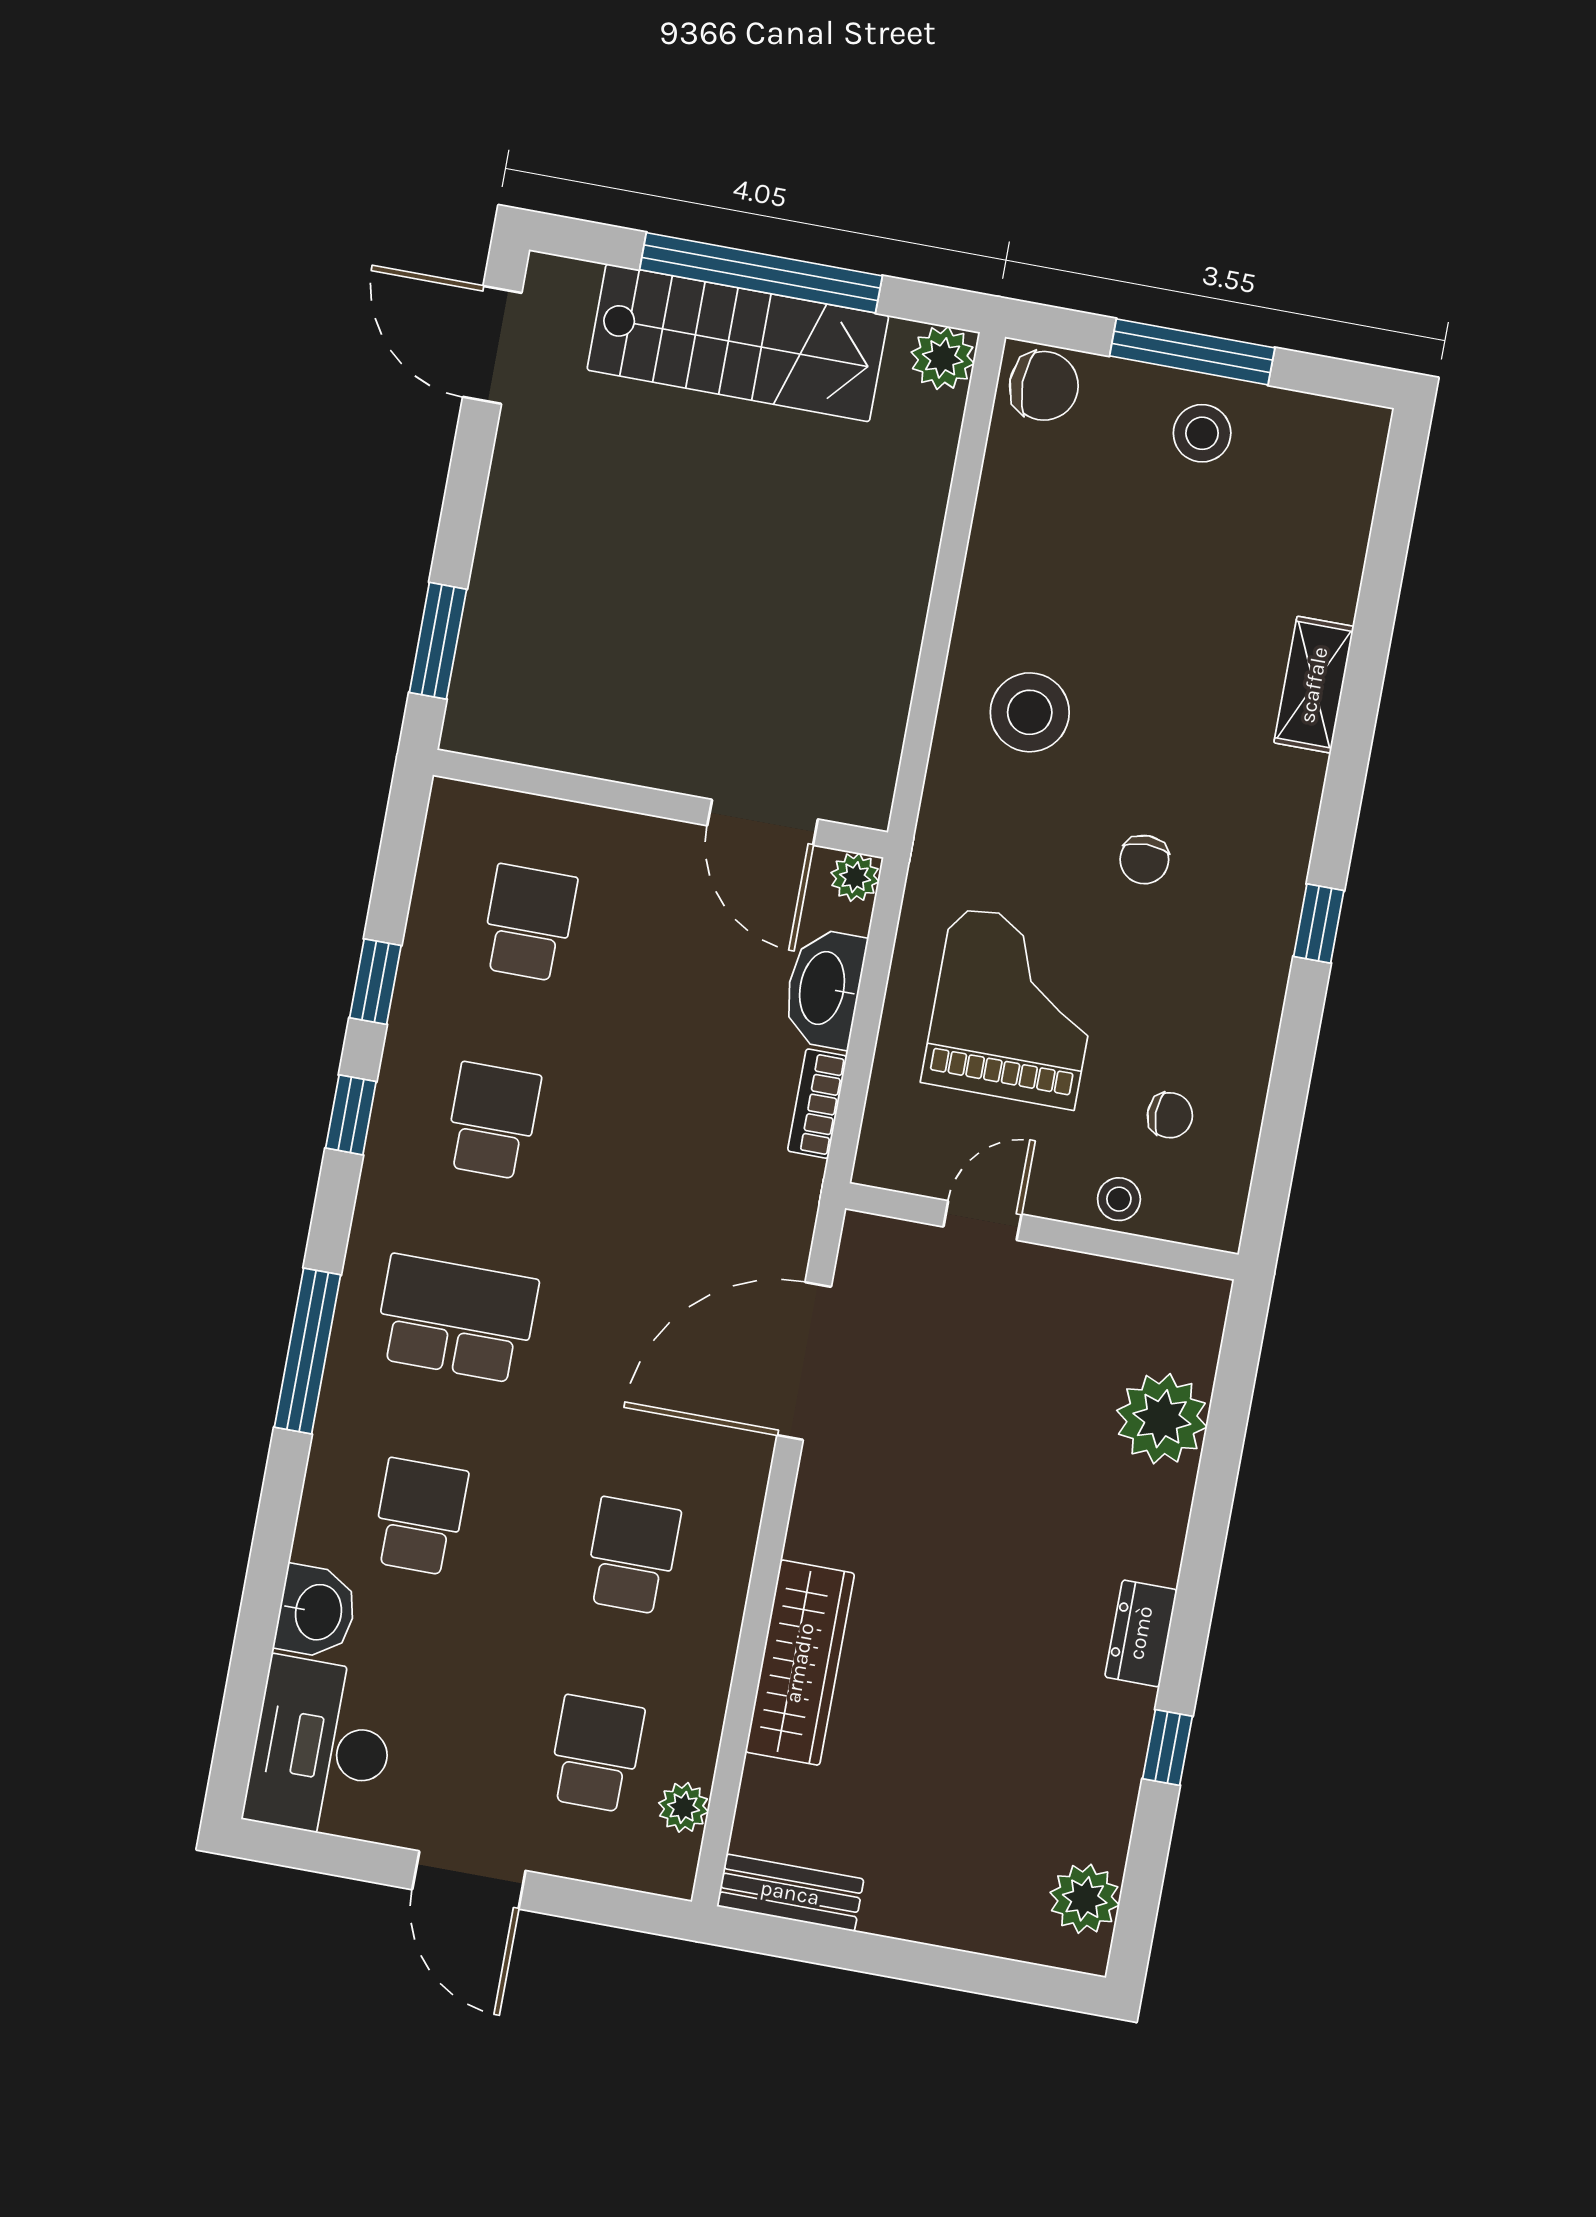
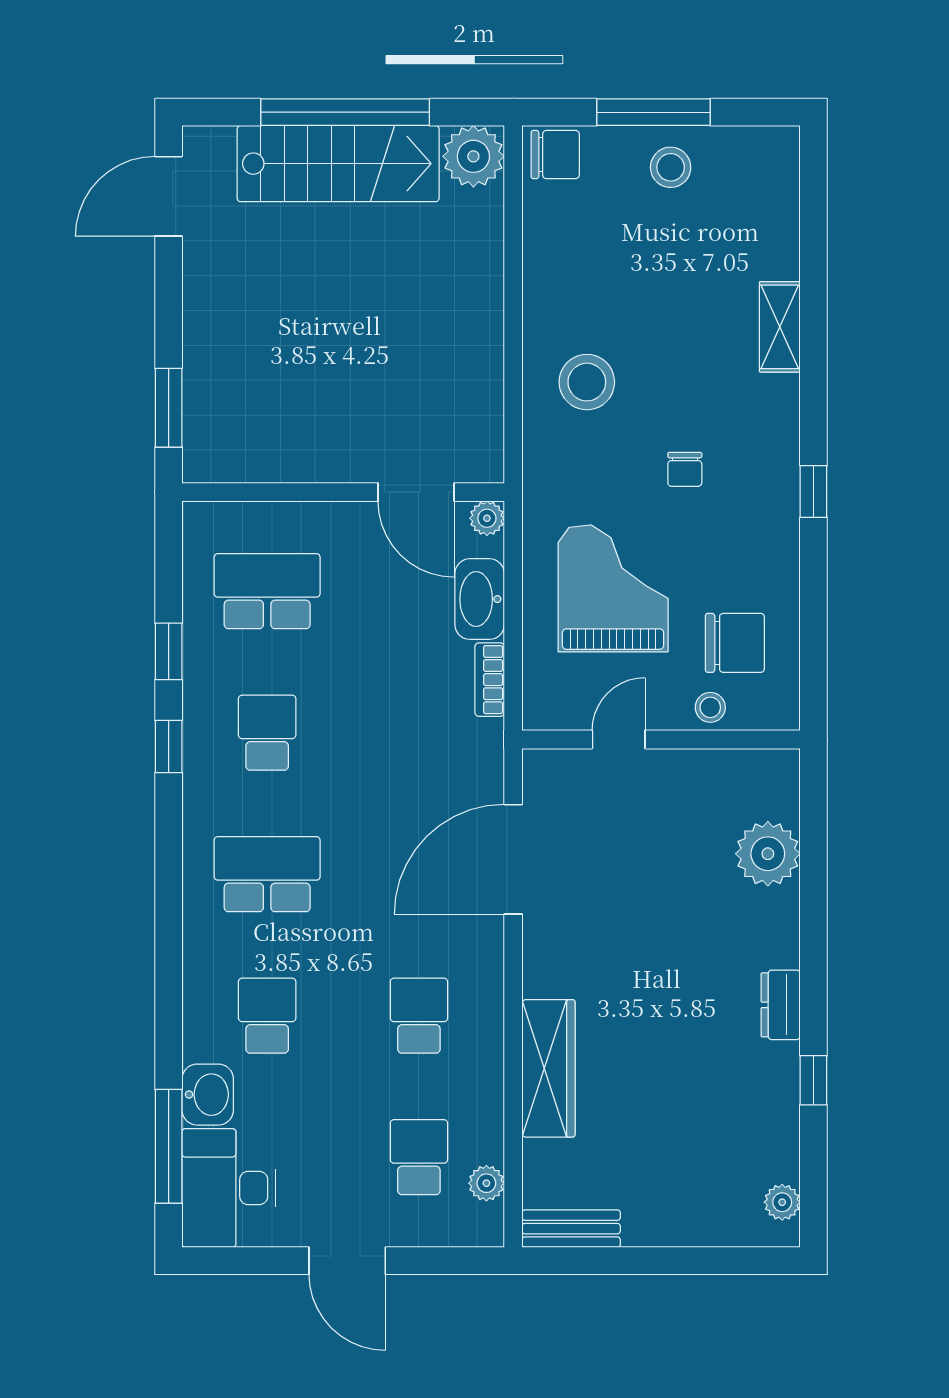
door: (492, 345) -> (169, 196), hinge flipped
plant: (943, 358) -> (473, 156), width x1.36, depth x1.36
school desk: (529, 923) -> (267, 591), width x1.85
chair: (1170, 1115) -> (735, 643), width x1.87, depth x1.87
window: (308, 1351) -> (169, 1146), moved
plant: (1085, 1899) -> (782, 1202), width x0.73, depth x0.73

